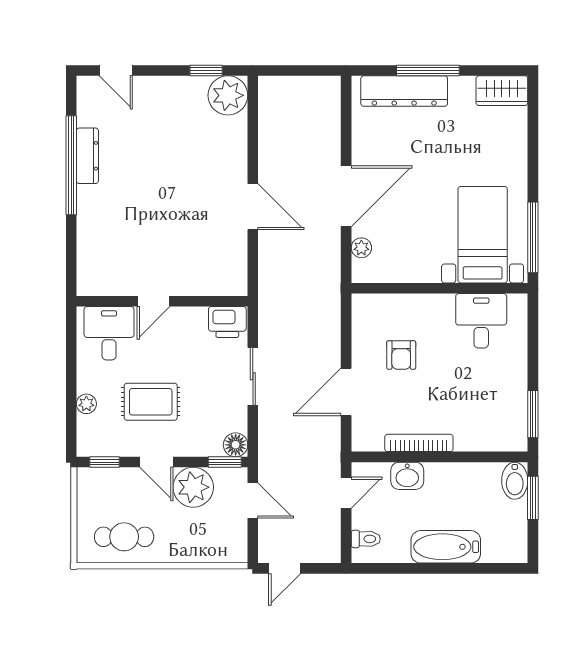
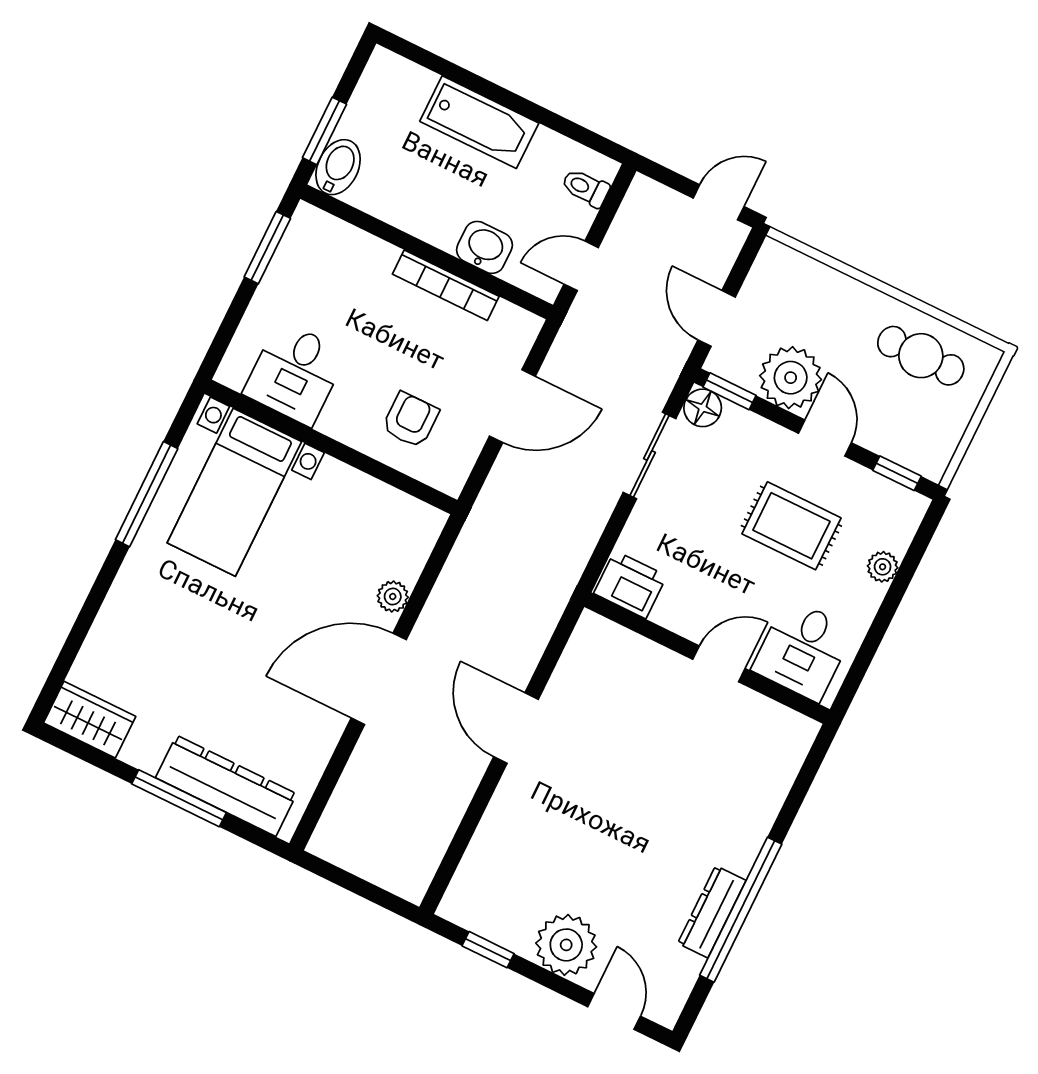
plant: (228, 95) -> (566, 945), moved
bed with nightstands: (483, 235) -> (234, 492), moved
wall: (439, 288) -> (331, 447), moved
desk: (481, 321) -> (295, 373), moved
sliding door: (253, 376) -> (649, 455), moved

